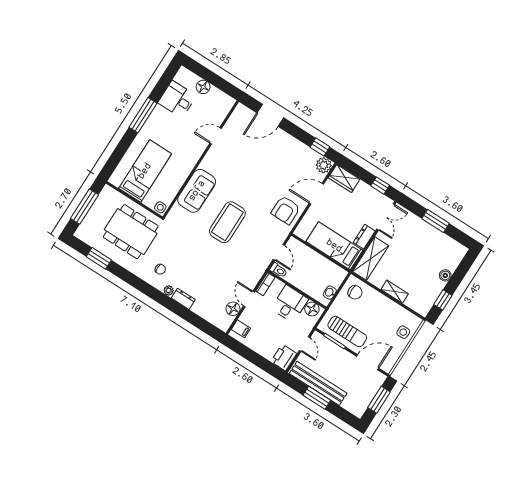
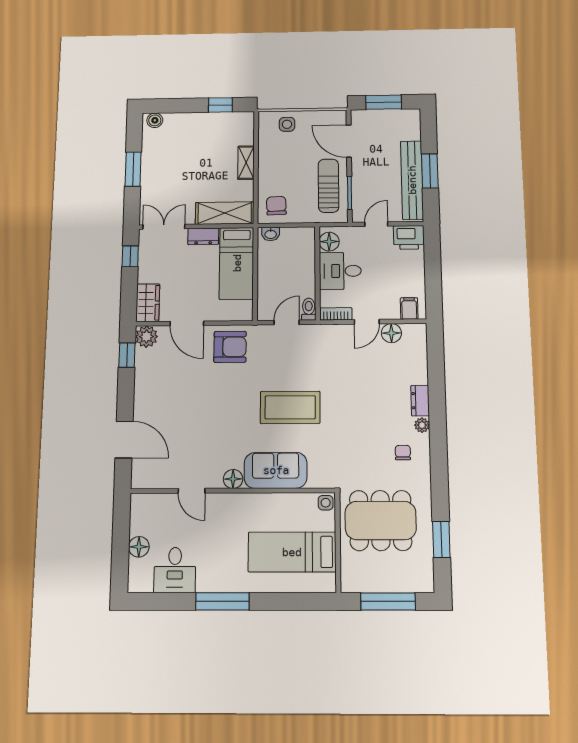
floor lamp: (207, 164) -> (233, 479), added
dining table: (131, 232) -> (381, 520), turned 90
boiler: (445, 275) -> (155, 120), moved
washbasin: (330, 293) -> (271, 234), moved

